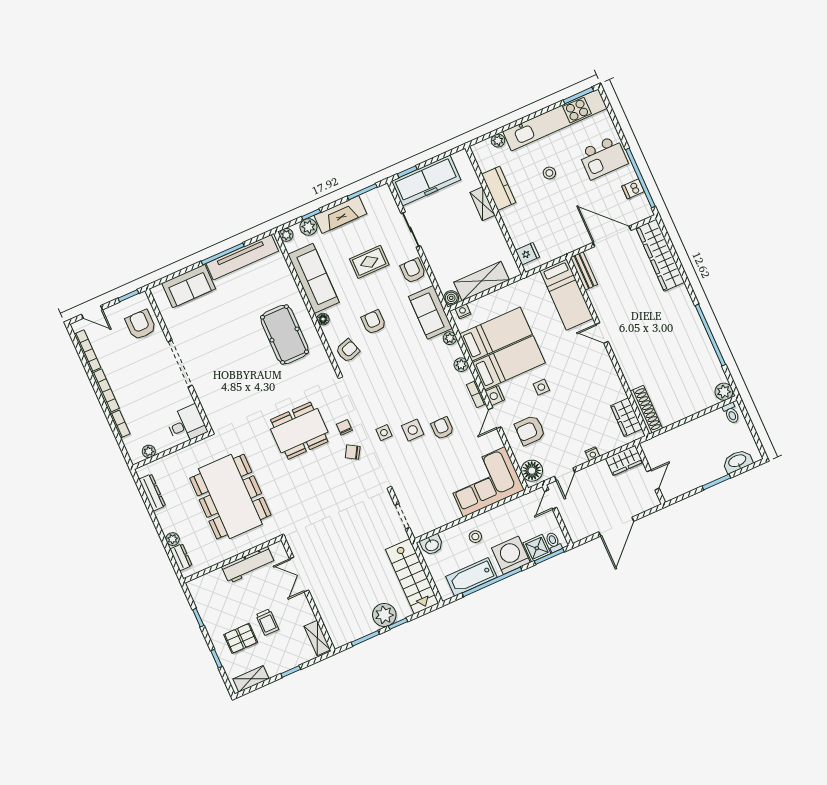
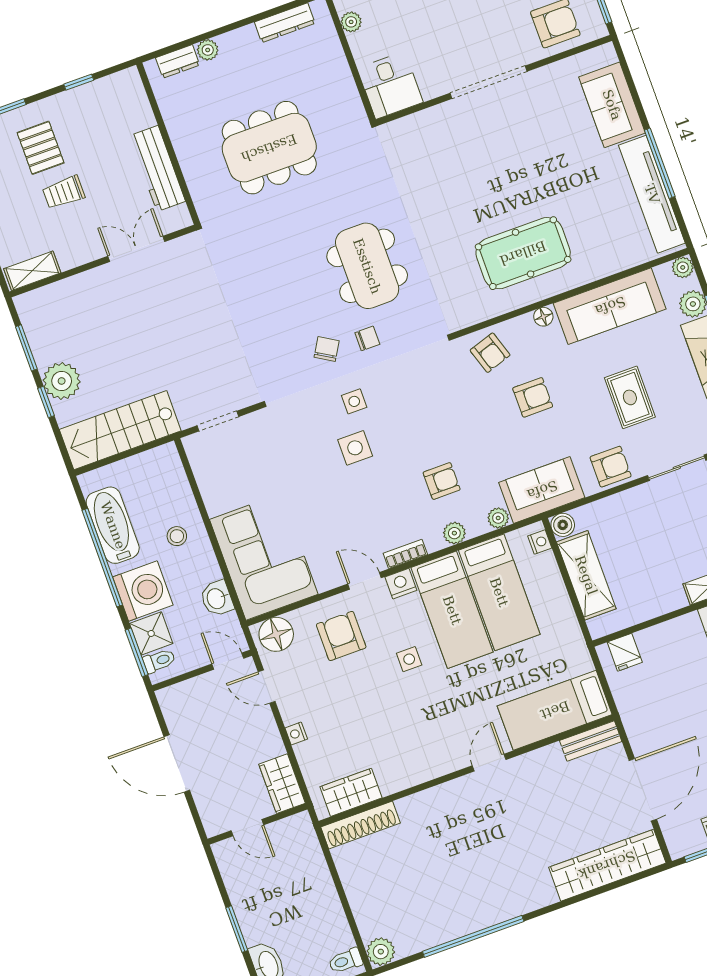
armchair: (442, 428) -> (442, 481), moved
dining table: (230, 497) -> (269, 148), width x0.73, depth x0.80
washbasin: (432, 545) -> (217, 598), moved

